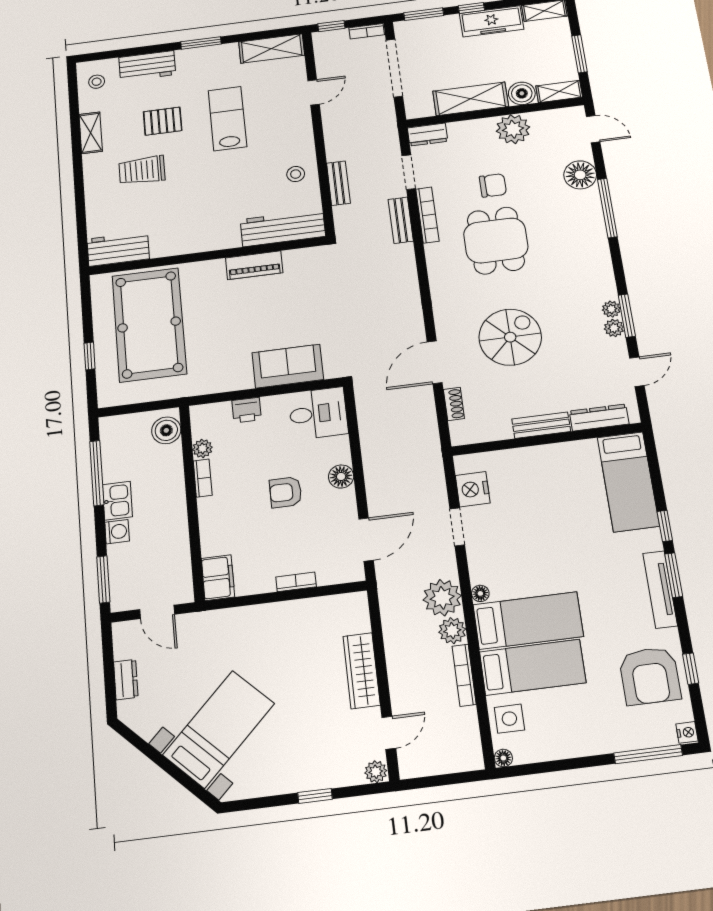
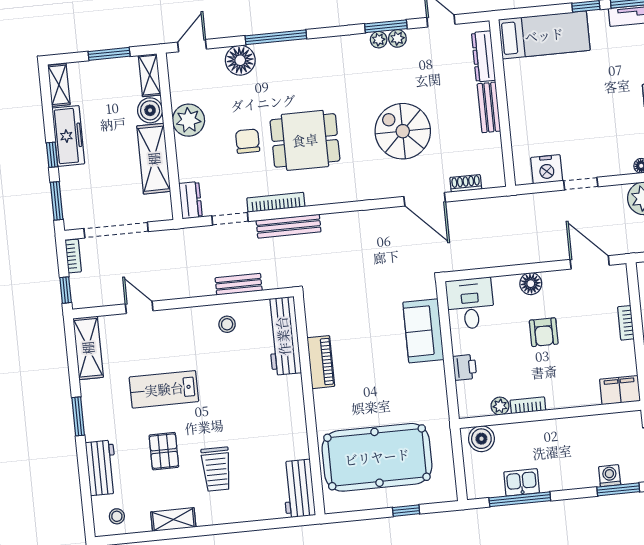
bench: (401, 220) -> (289, 226), width x1.36
kitchen sink: (117, 501) -> (522, 482), moved
washing machine: (117, 532) -> (610, 476), moved

